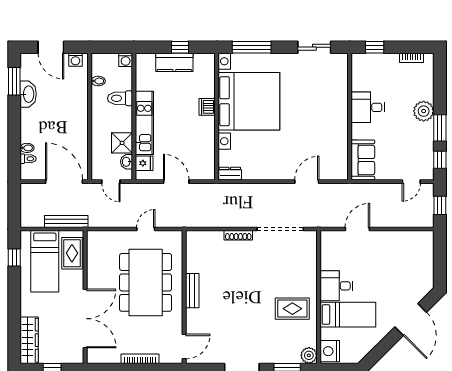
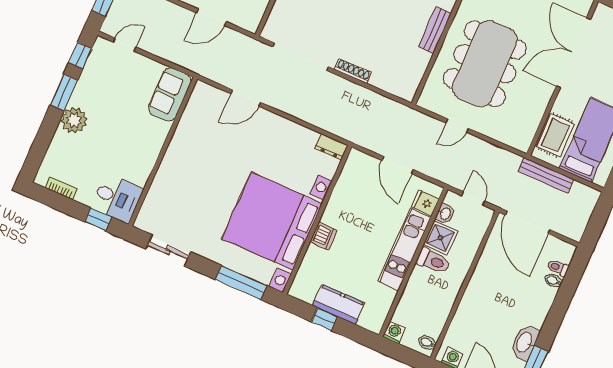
bidet: (98, 81) -> (427, 343), moved
toilet: (120, 98) -> (433, 261), moved
desk: (368, 107) -> (117, 198), moved

